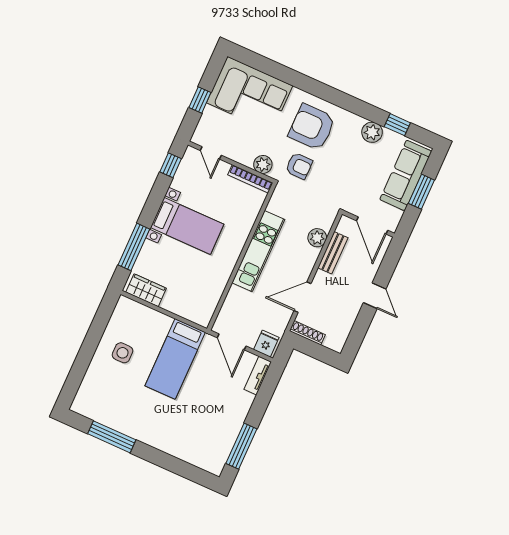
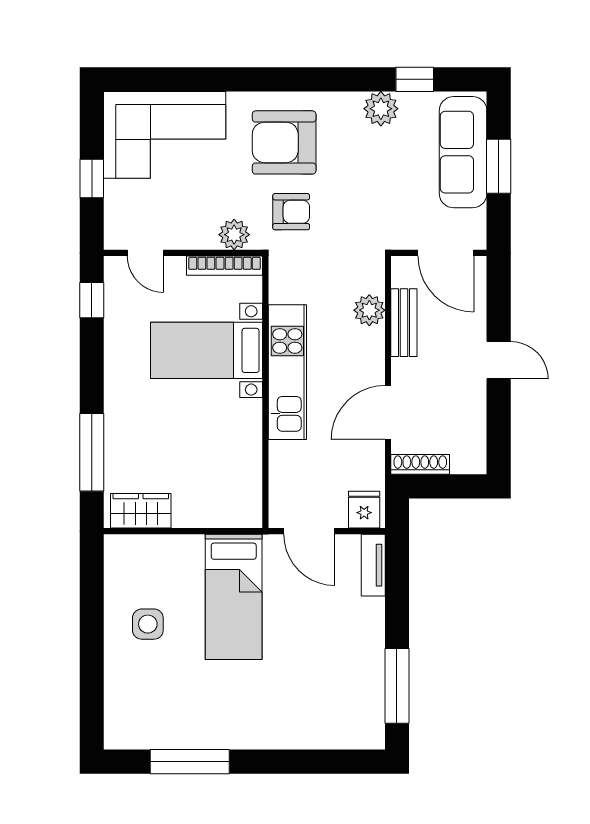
bed with nightstands: (187, 226) -> (206, 350), moved, turned 180

